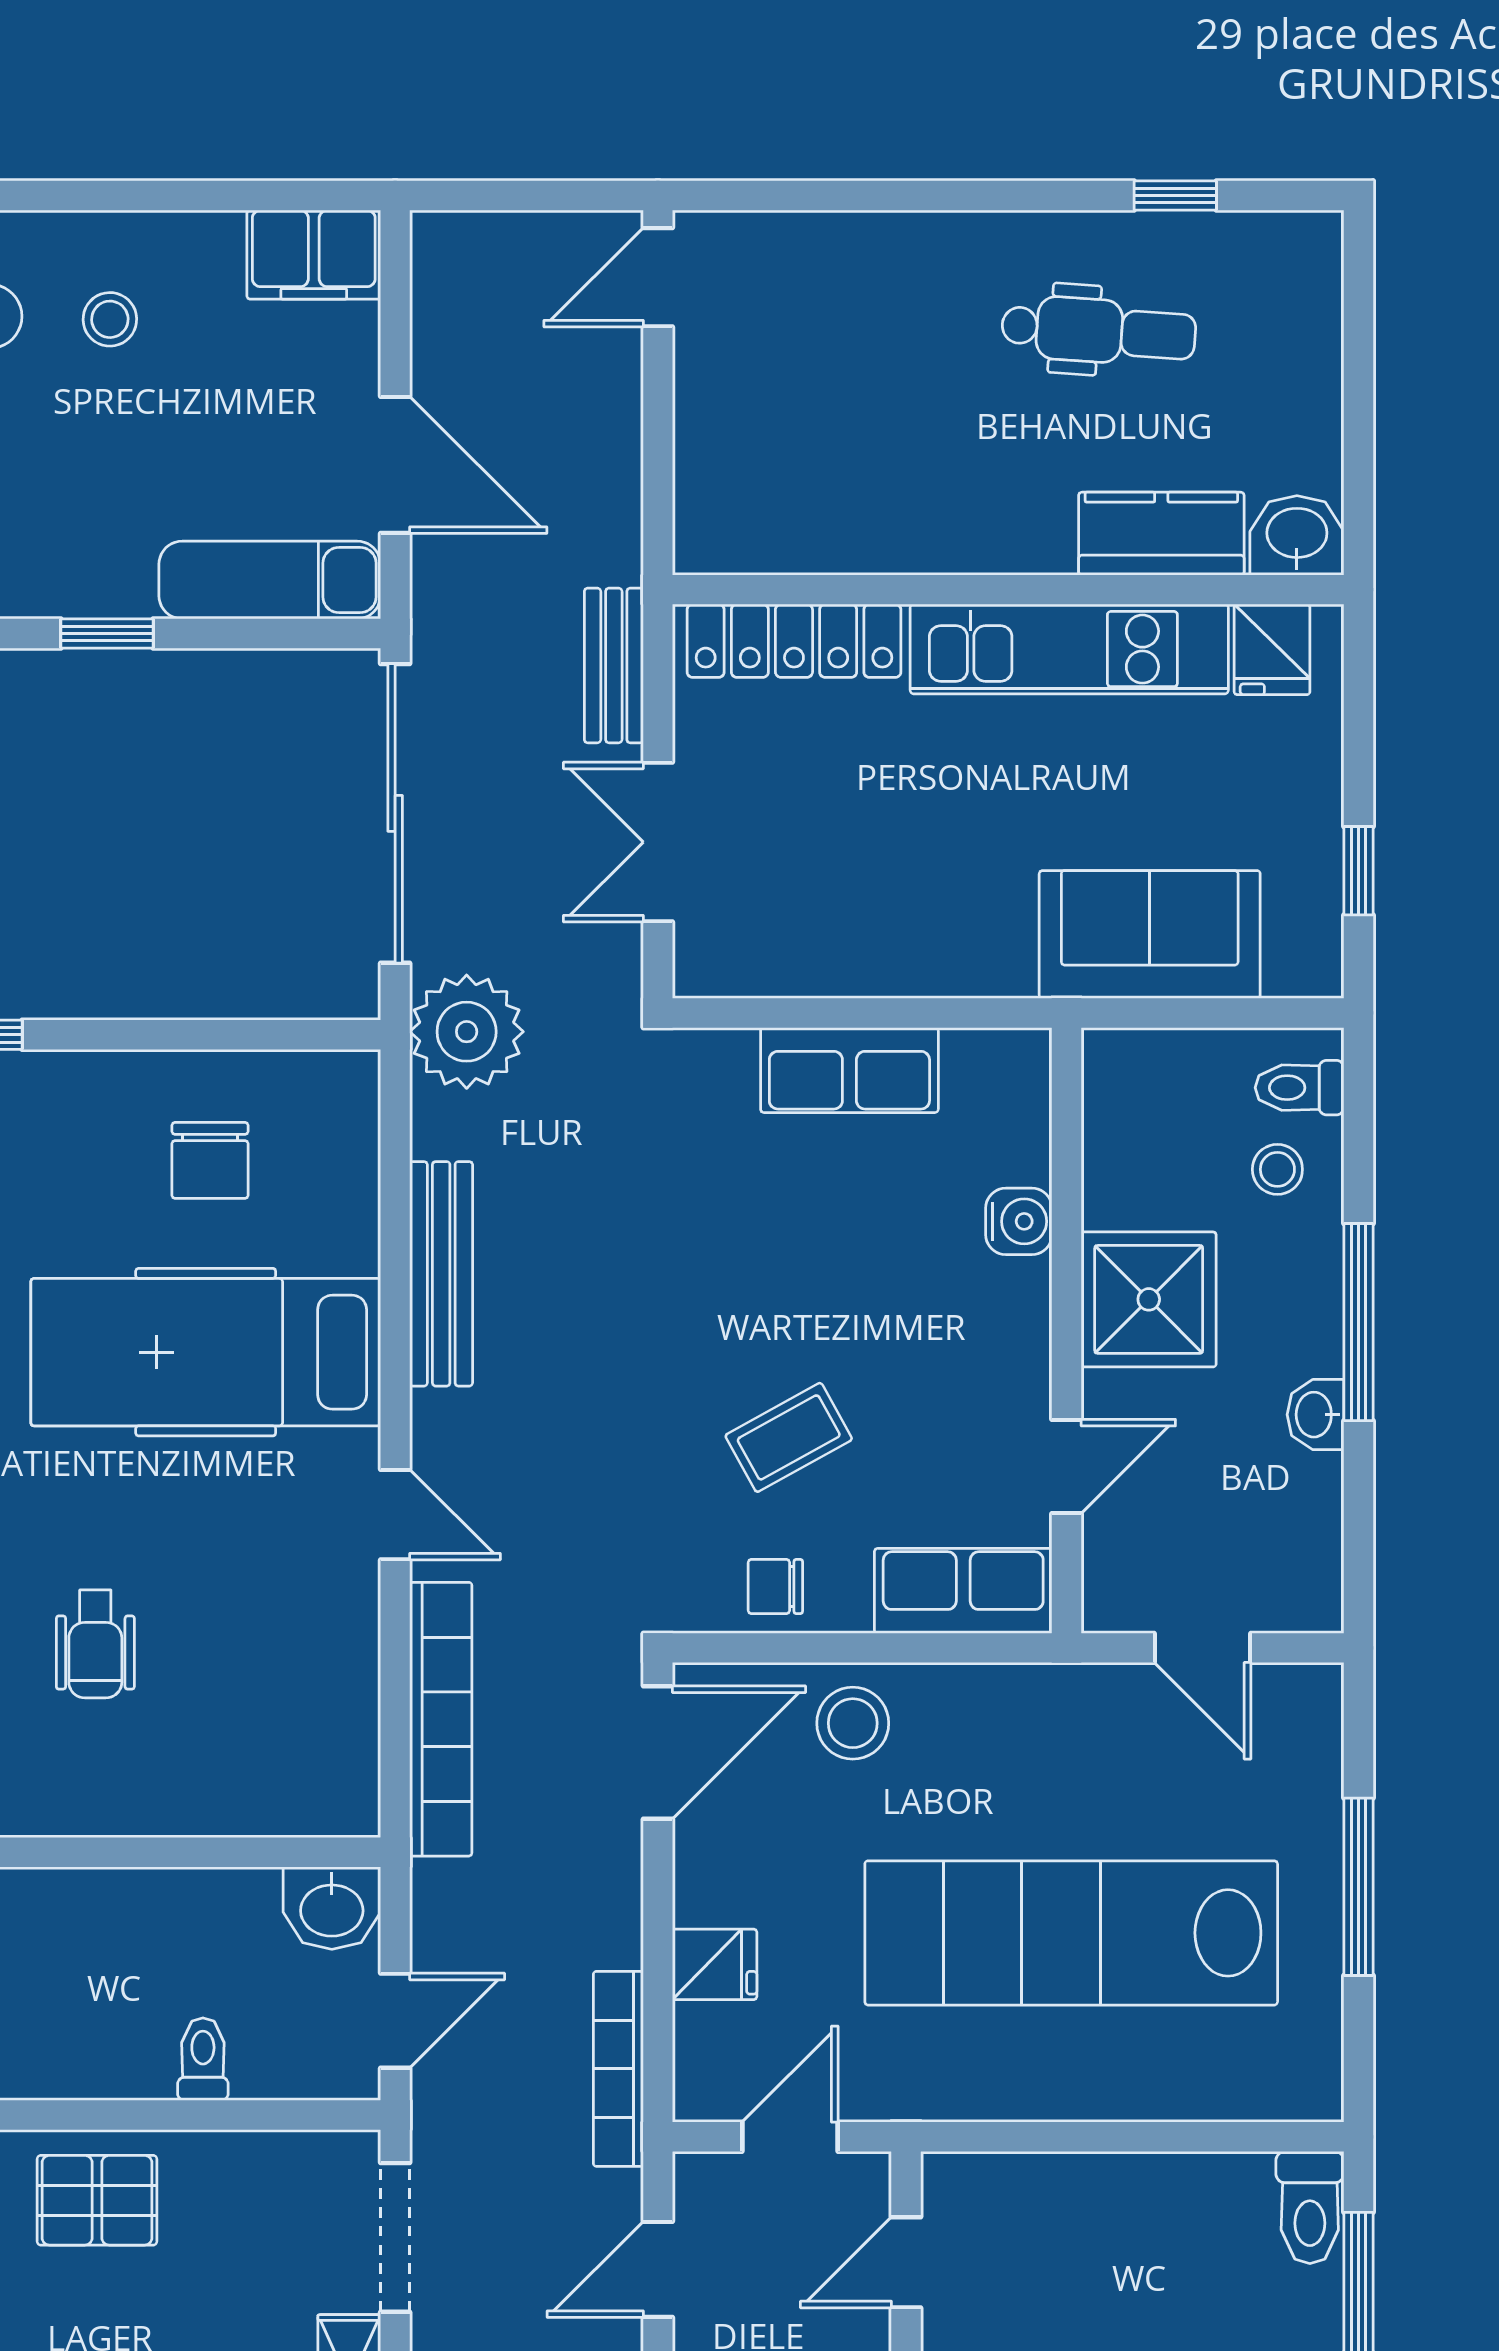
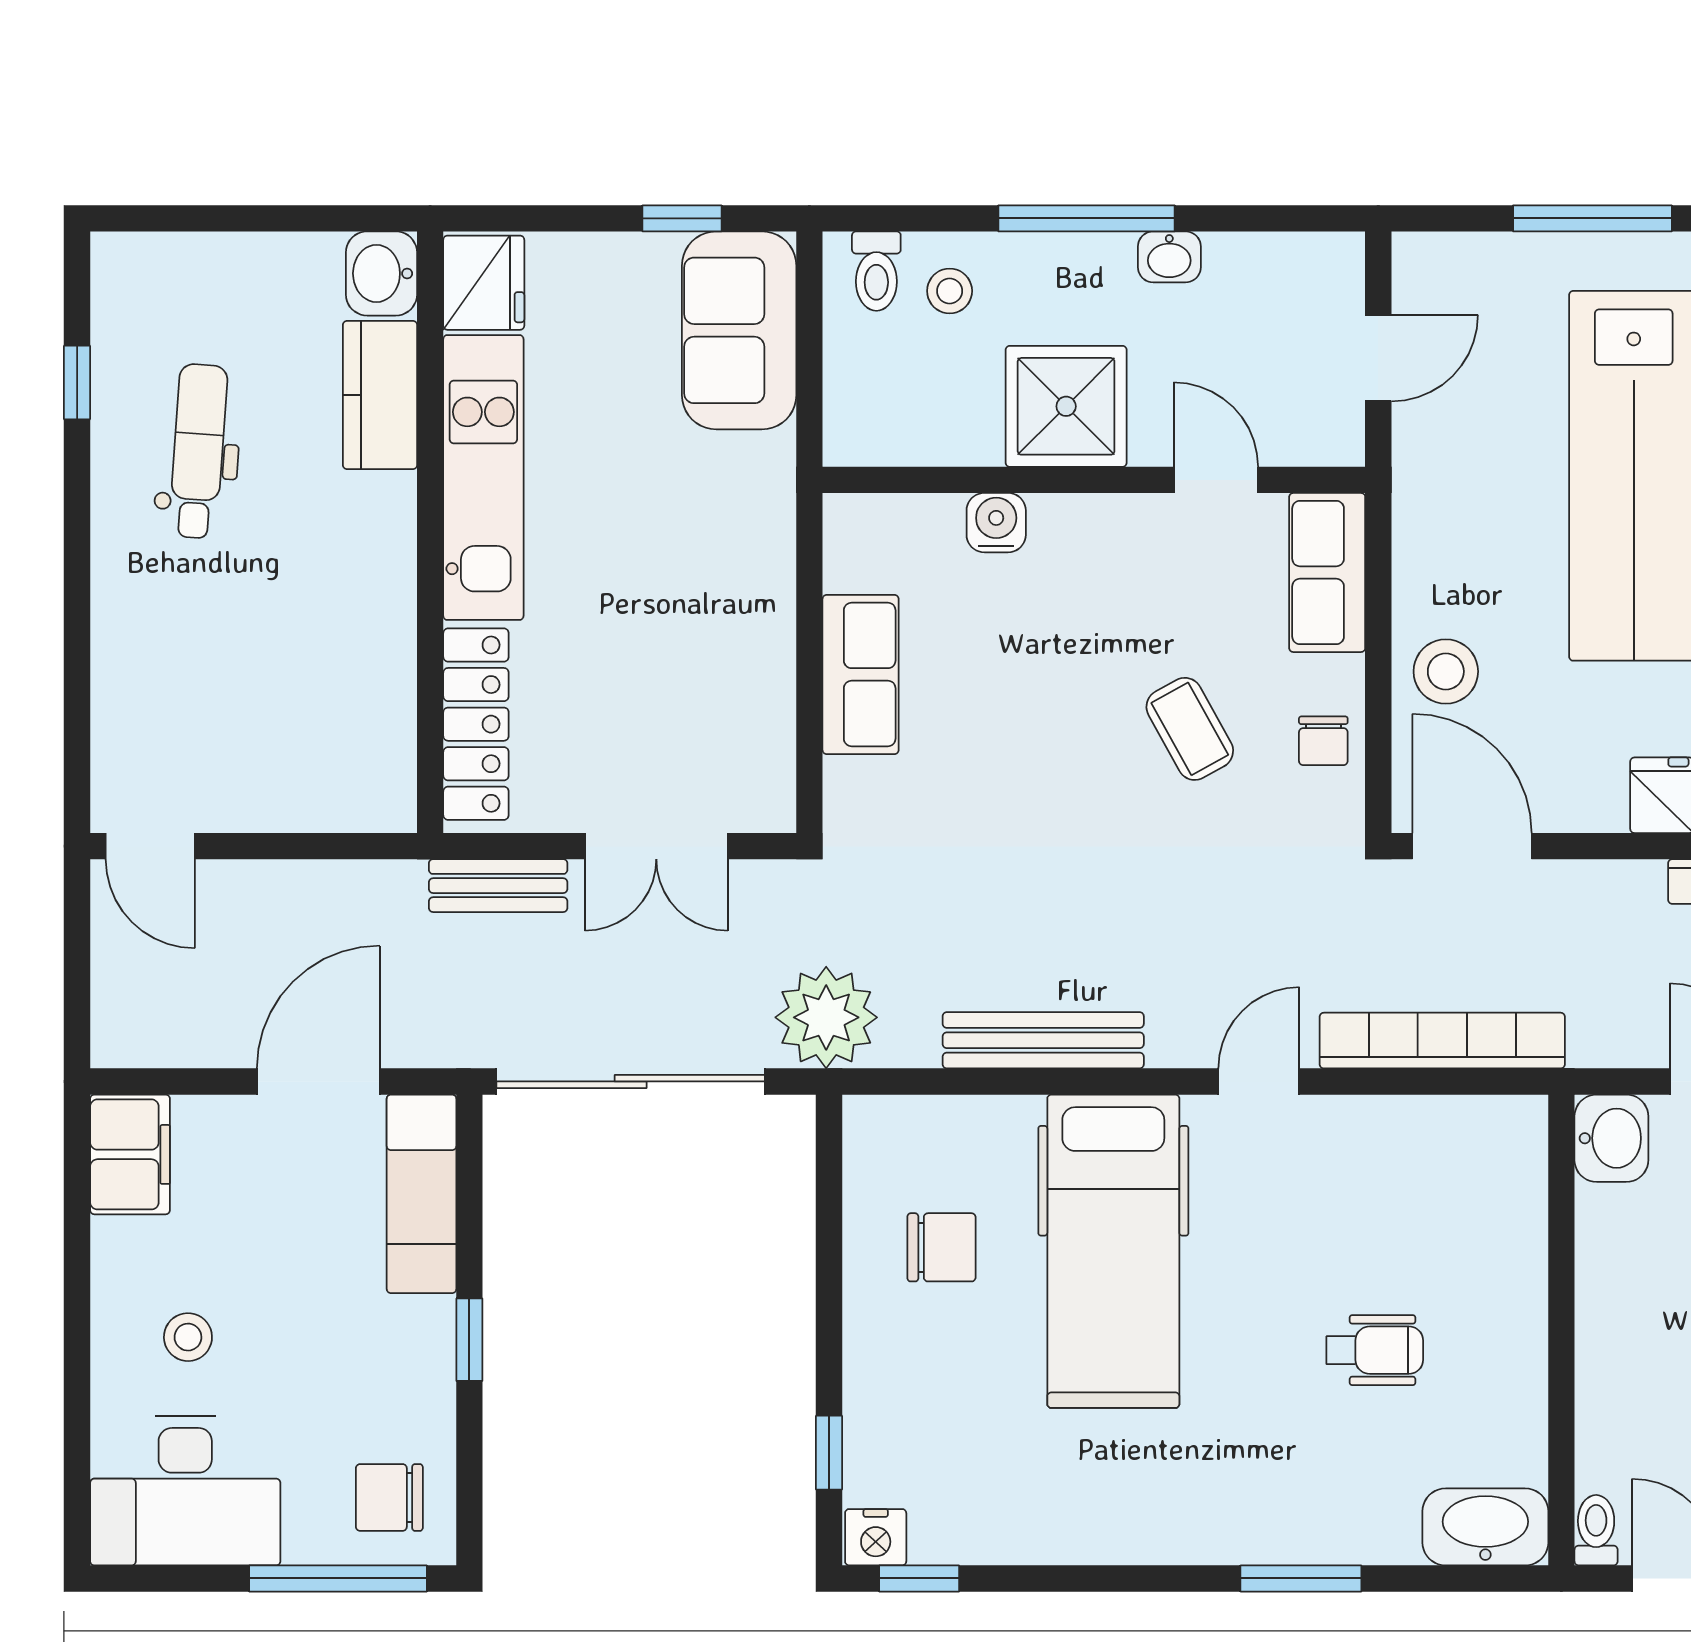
fridge: (1272, 649) -> (484, 283), width x1.38
sofa: (1150, 934) -> (739, 330), moved

